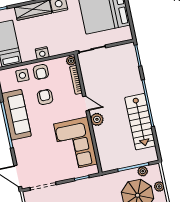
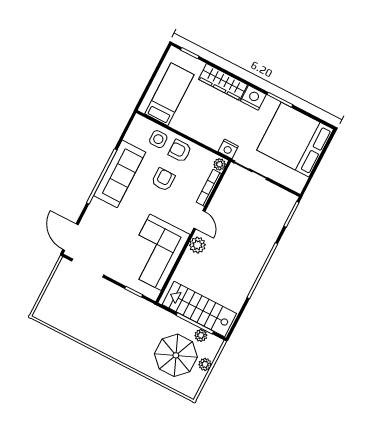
nightstand: (42, 53) -> (228, 149), moved
armchair: (41, 72) -> (180, 151), turned 90
stairs: (140, 122) -> (199, 309), moved, turned 90

